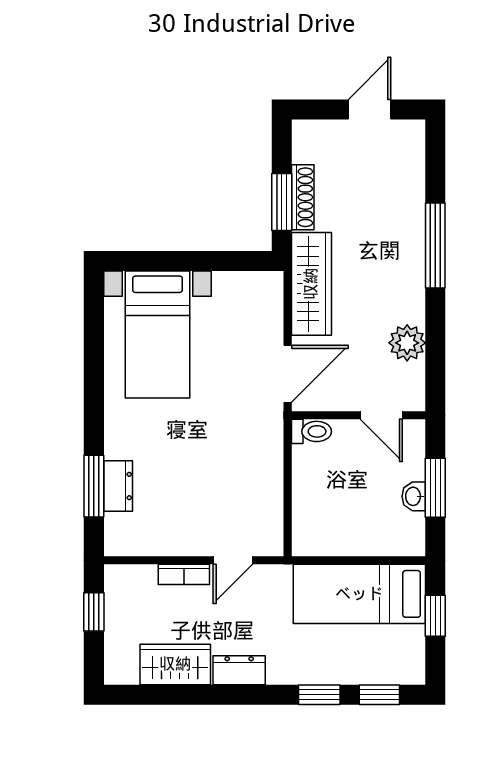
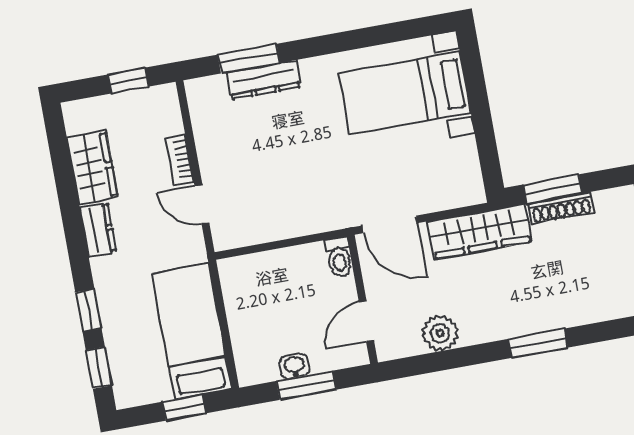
window: (435, 246) -> (538, 343), width x0.69
dresser: (118, 486) -> (264, 80), width x1.44

